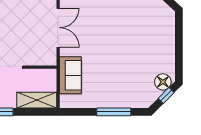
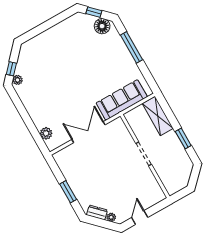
sofa: (70, 75) -> (122, 100), width x1.36
floor lamp: (163, 82) -> (102, 26), moved

